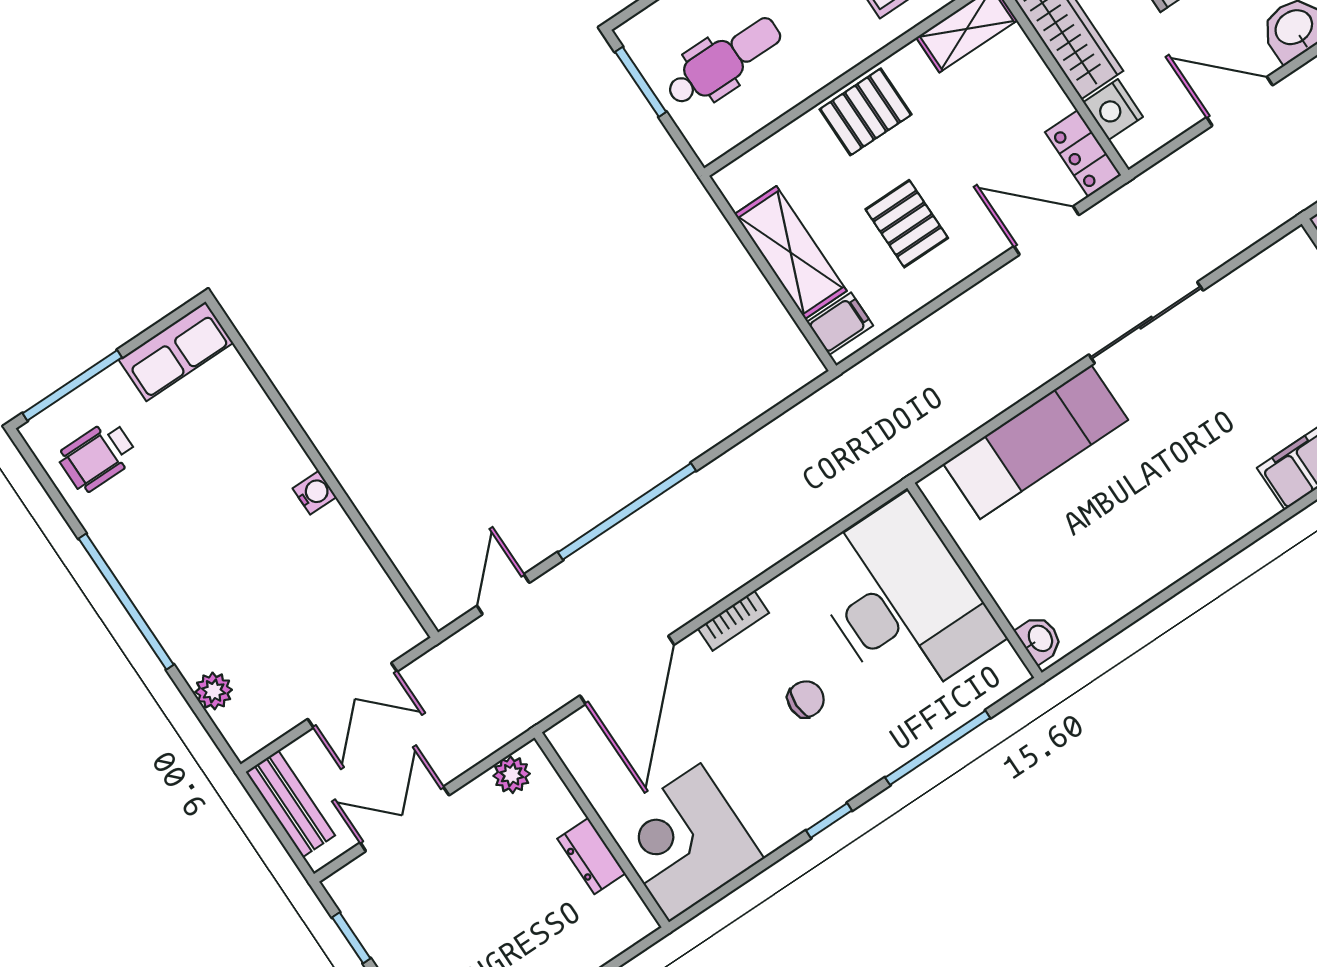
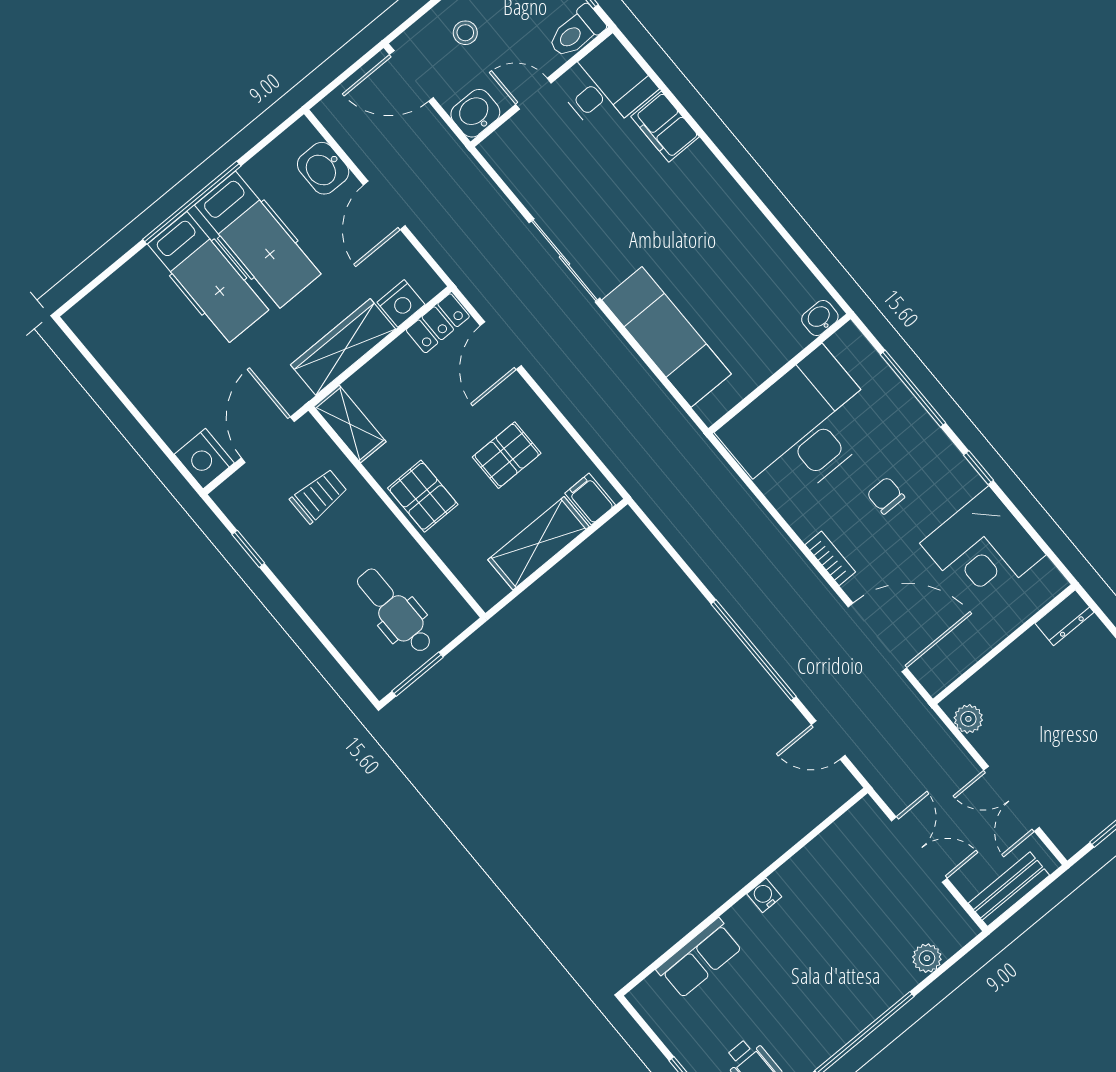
row of seats: (176, 351) -> (700, 958), moved, turned 90
corner desk: (685, 843) -> (983, 549), moved
dresser: (591, 856) -> (1064, 618), moved

